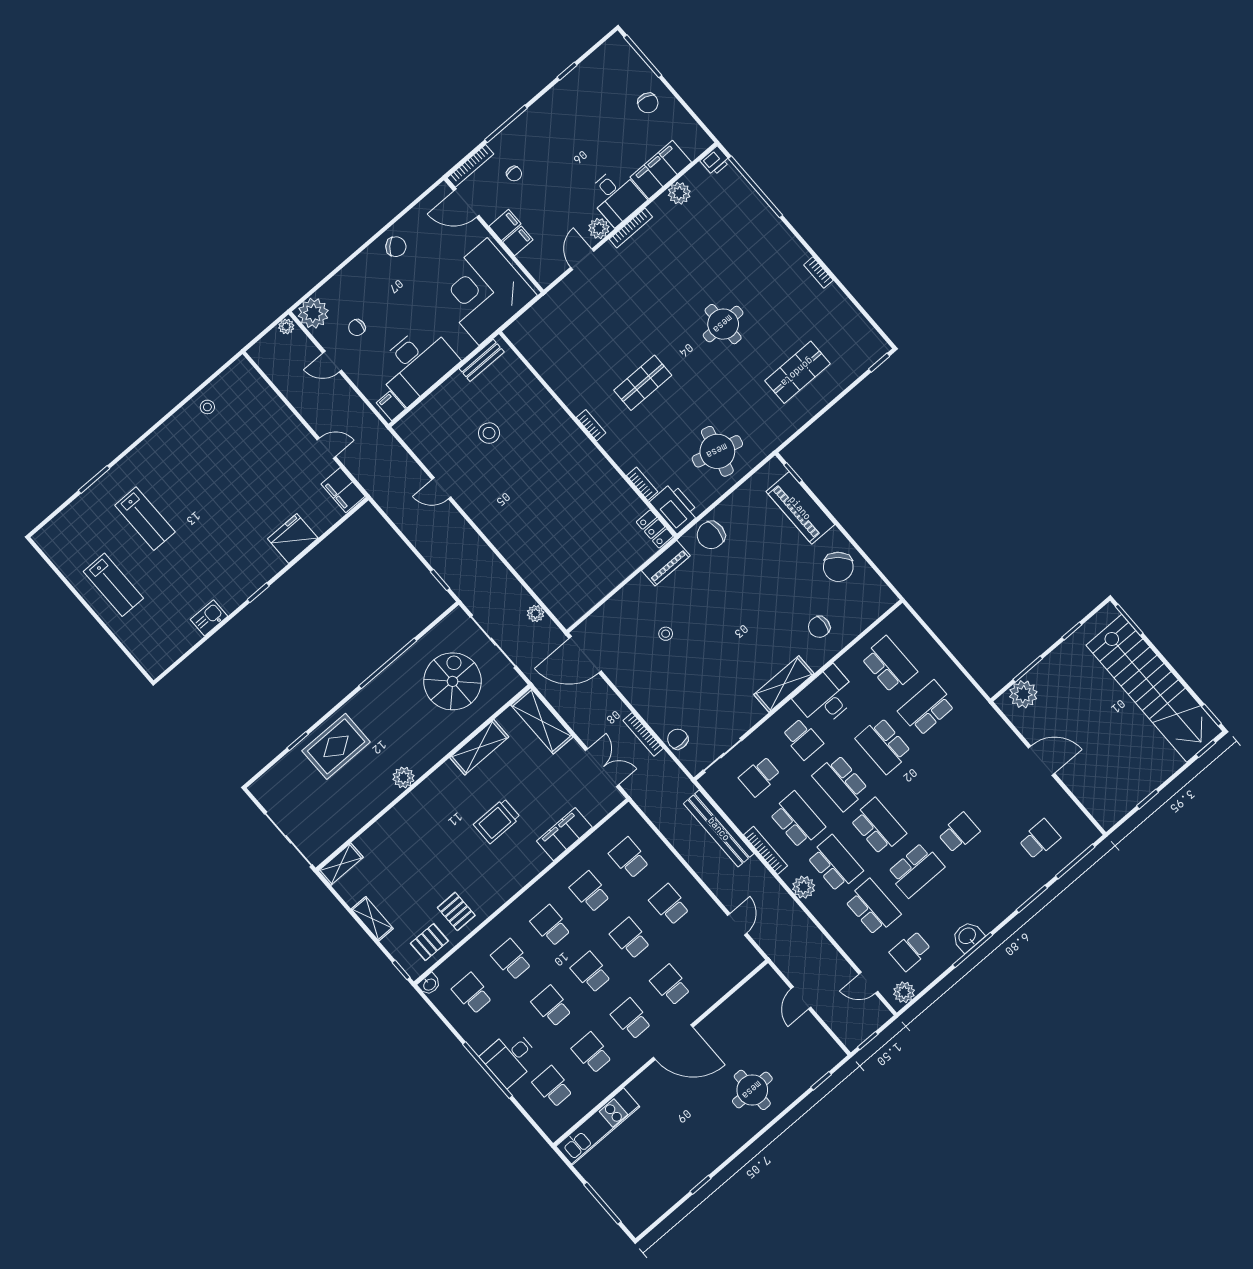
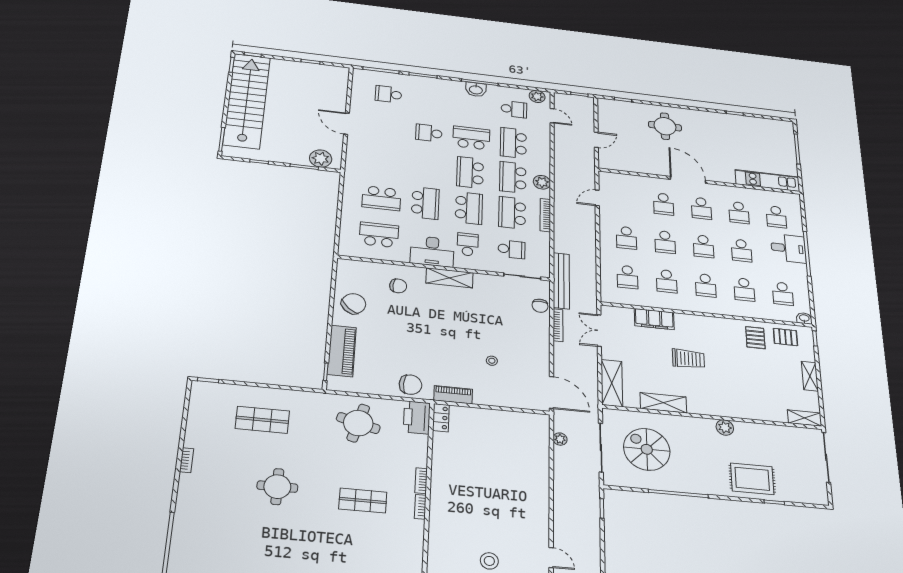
bookcase: (642, 484) -> (421, 481), moved
school desk: (889, 665) -> (379, 235), turned 90
spiral stairs: (453, 681) -> (647, 449), turned 90
bench: (719, 829) -> (561, 281), moved

